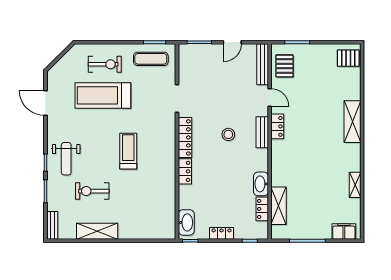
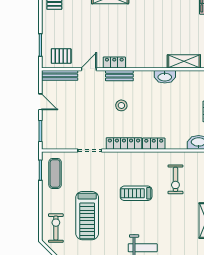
exercise bike: (105, 64) -> (56, 228), moved
exercise bike: (92, 191) -> (175, 179), moved
locker: (262, 209) -> (187, 76), removed

